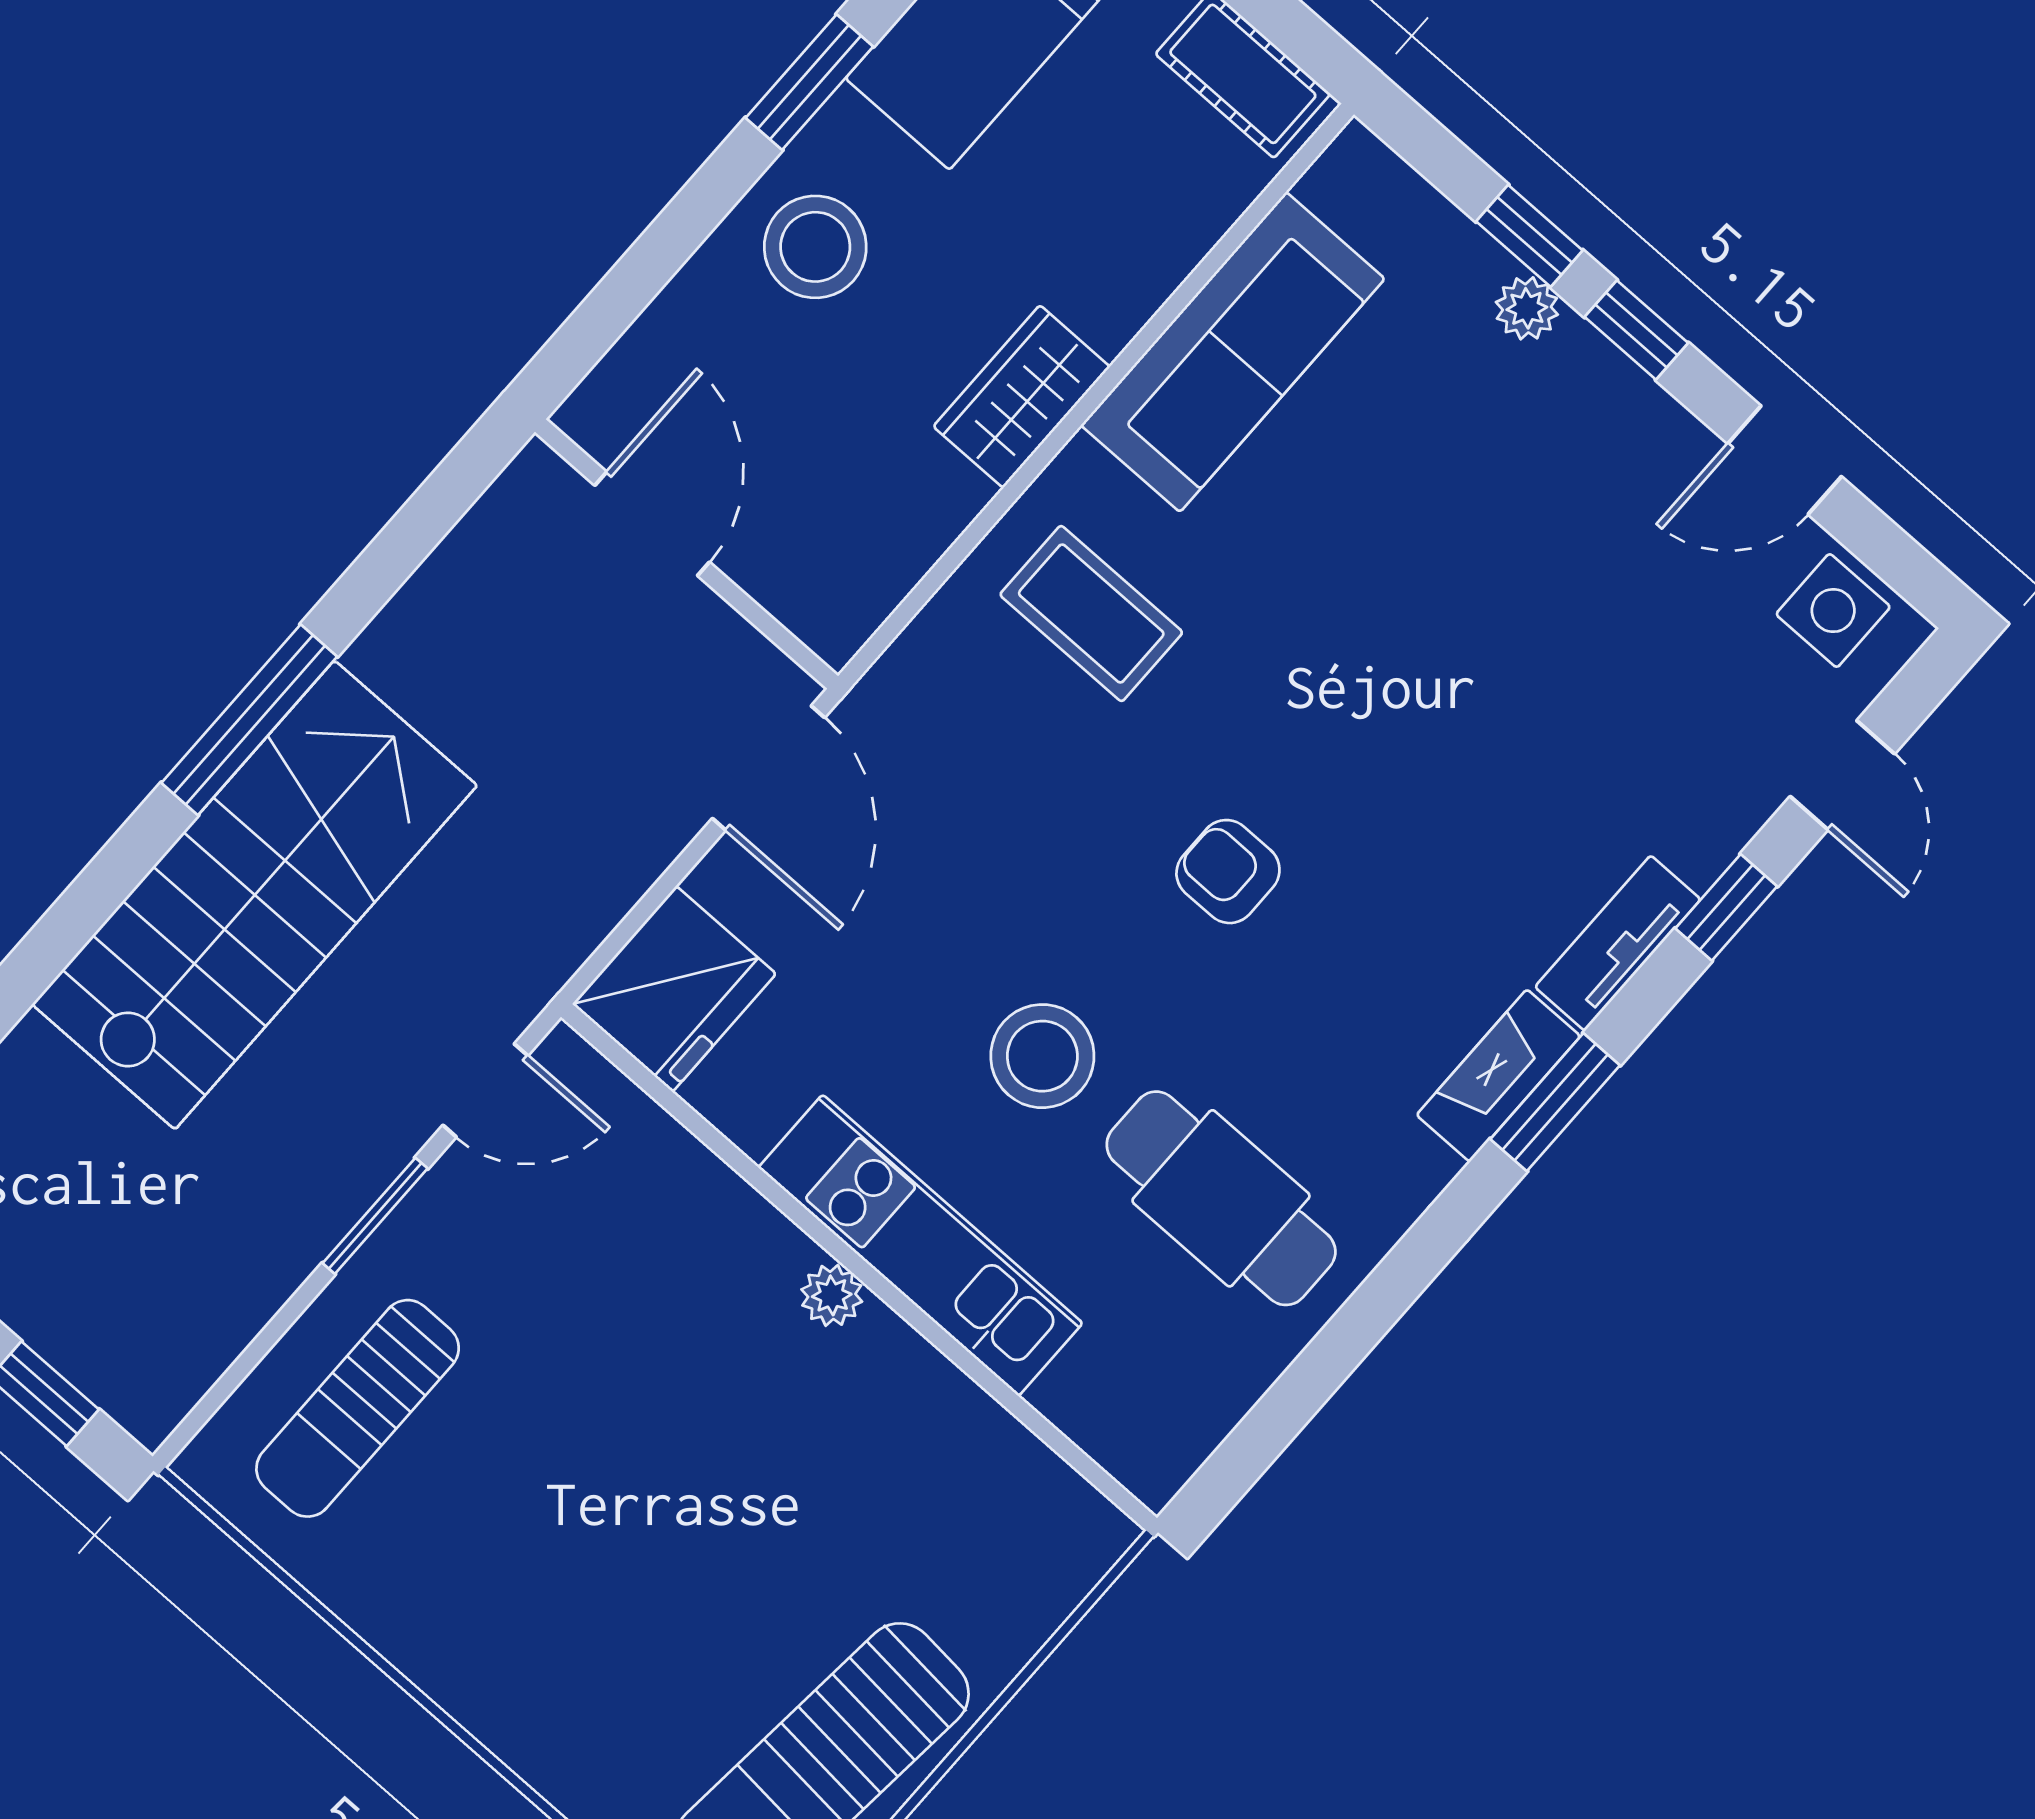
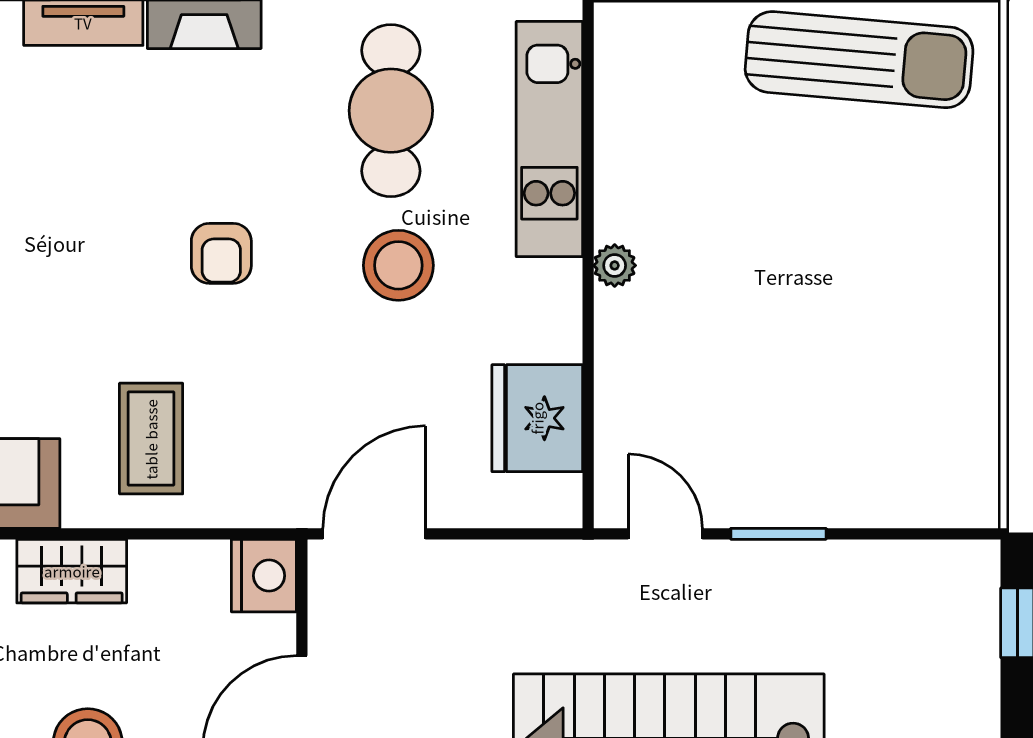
nightstand: (830, 605) -> (264, 576), added
fridge: (674, 989) -> (537, 418), moved, turned -90
kitchen unit: (920, 1245) -> (549, 139), moved
sun lounger: (358, 1408) -> (884, 457), removed

